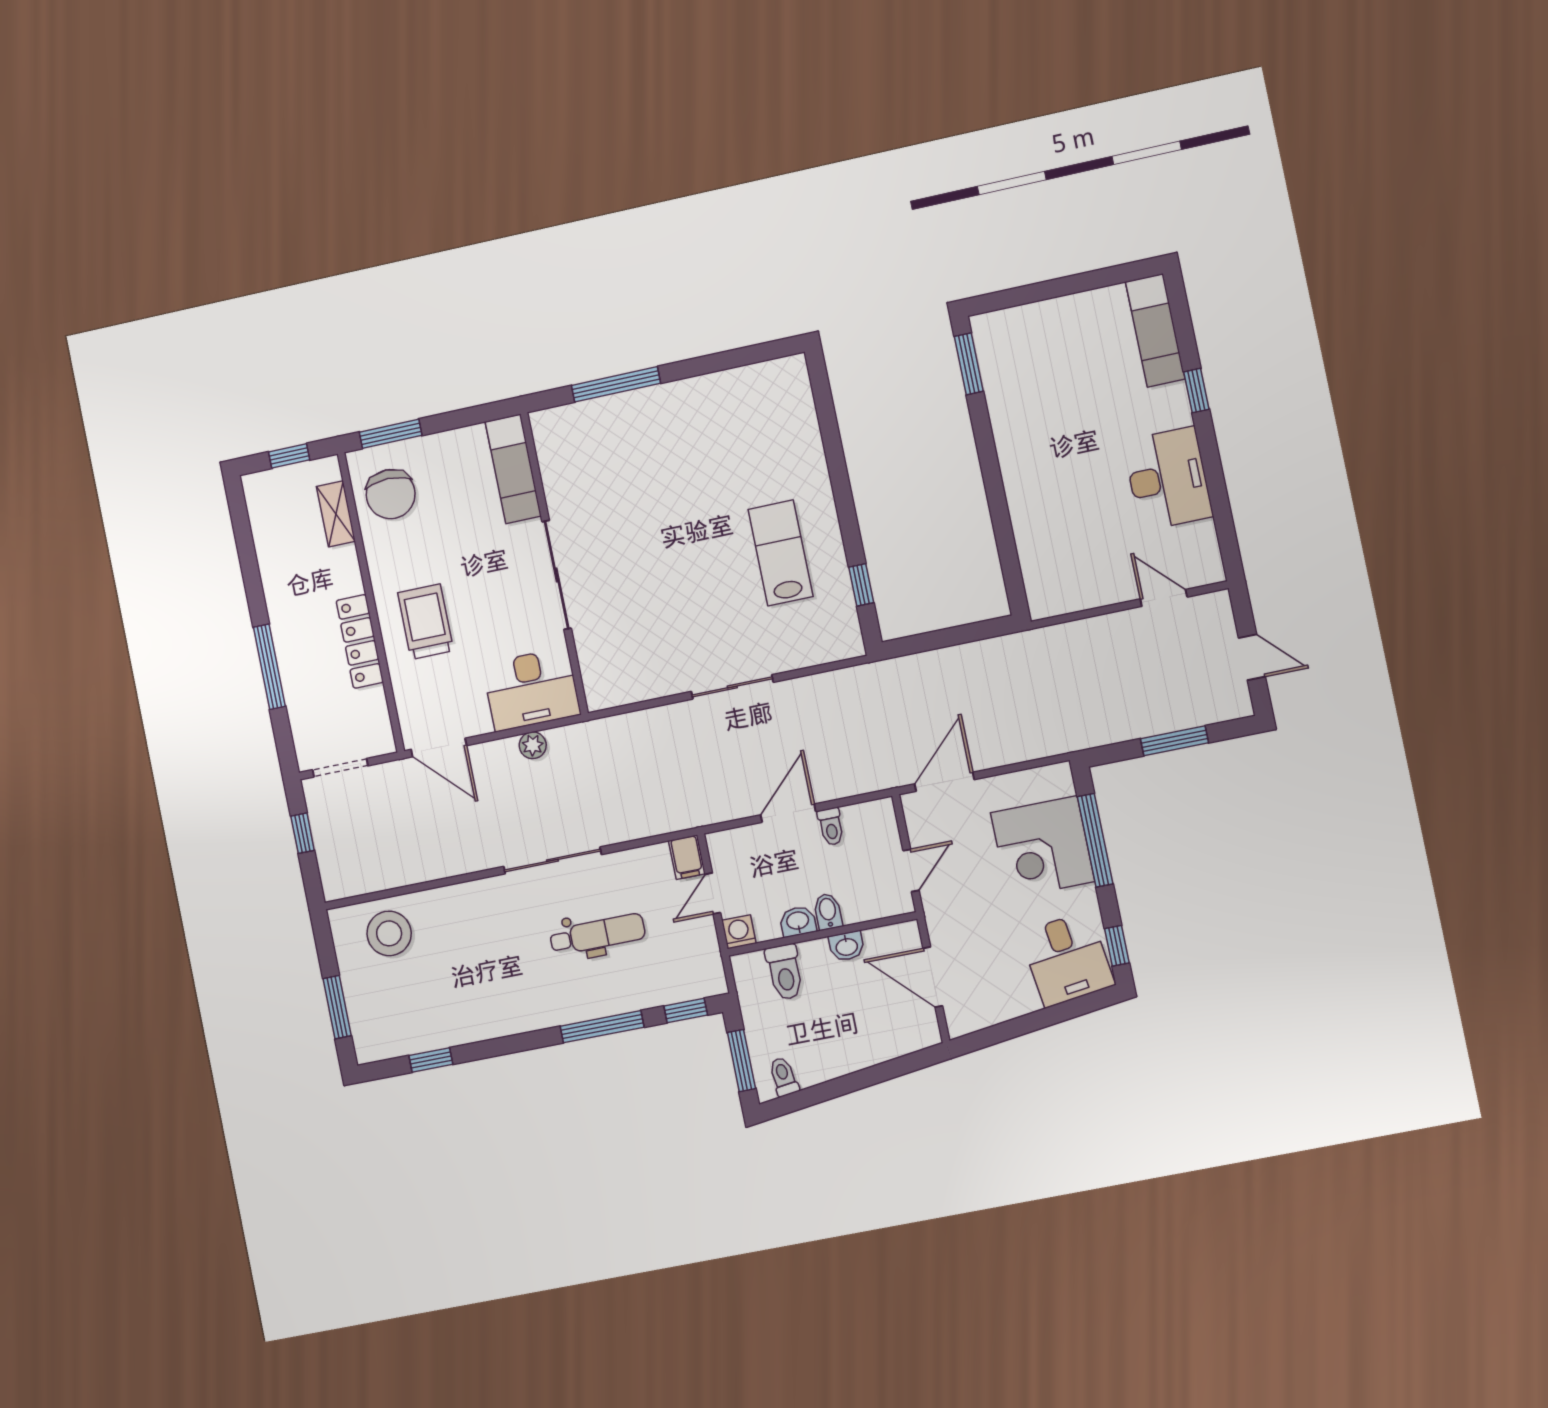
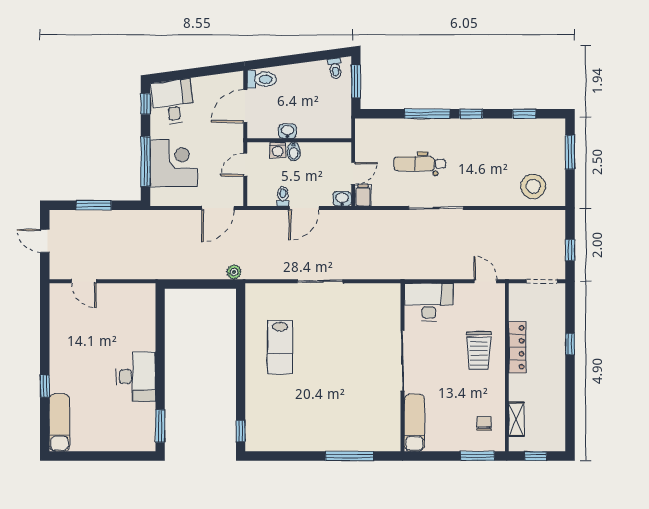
desk: (1168, 479) -> (136, 377), moved, turned 180
chair: (391, 494) -> (484, 423), width x0.54, depth x0.54
window: (861, 585) -> (241, 431), moved
window: (269, 667) -> (570, 344), width x0.46
plant: (533, 745) -> (234, 272), moved
door: (439, 747) -> (486, 281), width x0.73
washbasin: (798, 921) -> (342, 199), moved, turned 180
washing machine: (739, 932) -> (278, 150), moved
toilet: (785, 972) -> (261, 79), moved, turned 90
door: (933, 977) -> (245, 106), swing flipped
window: (686, 1010) -> (471, 114), moved

